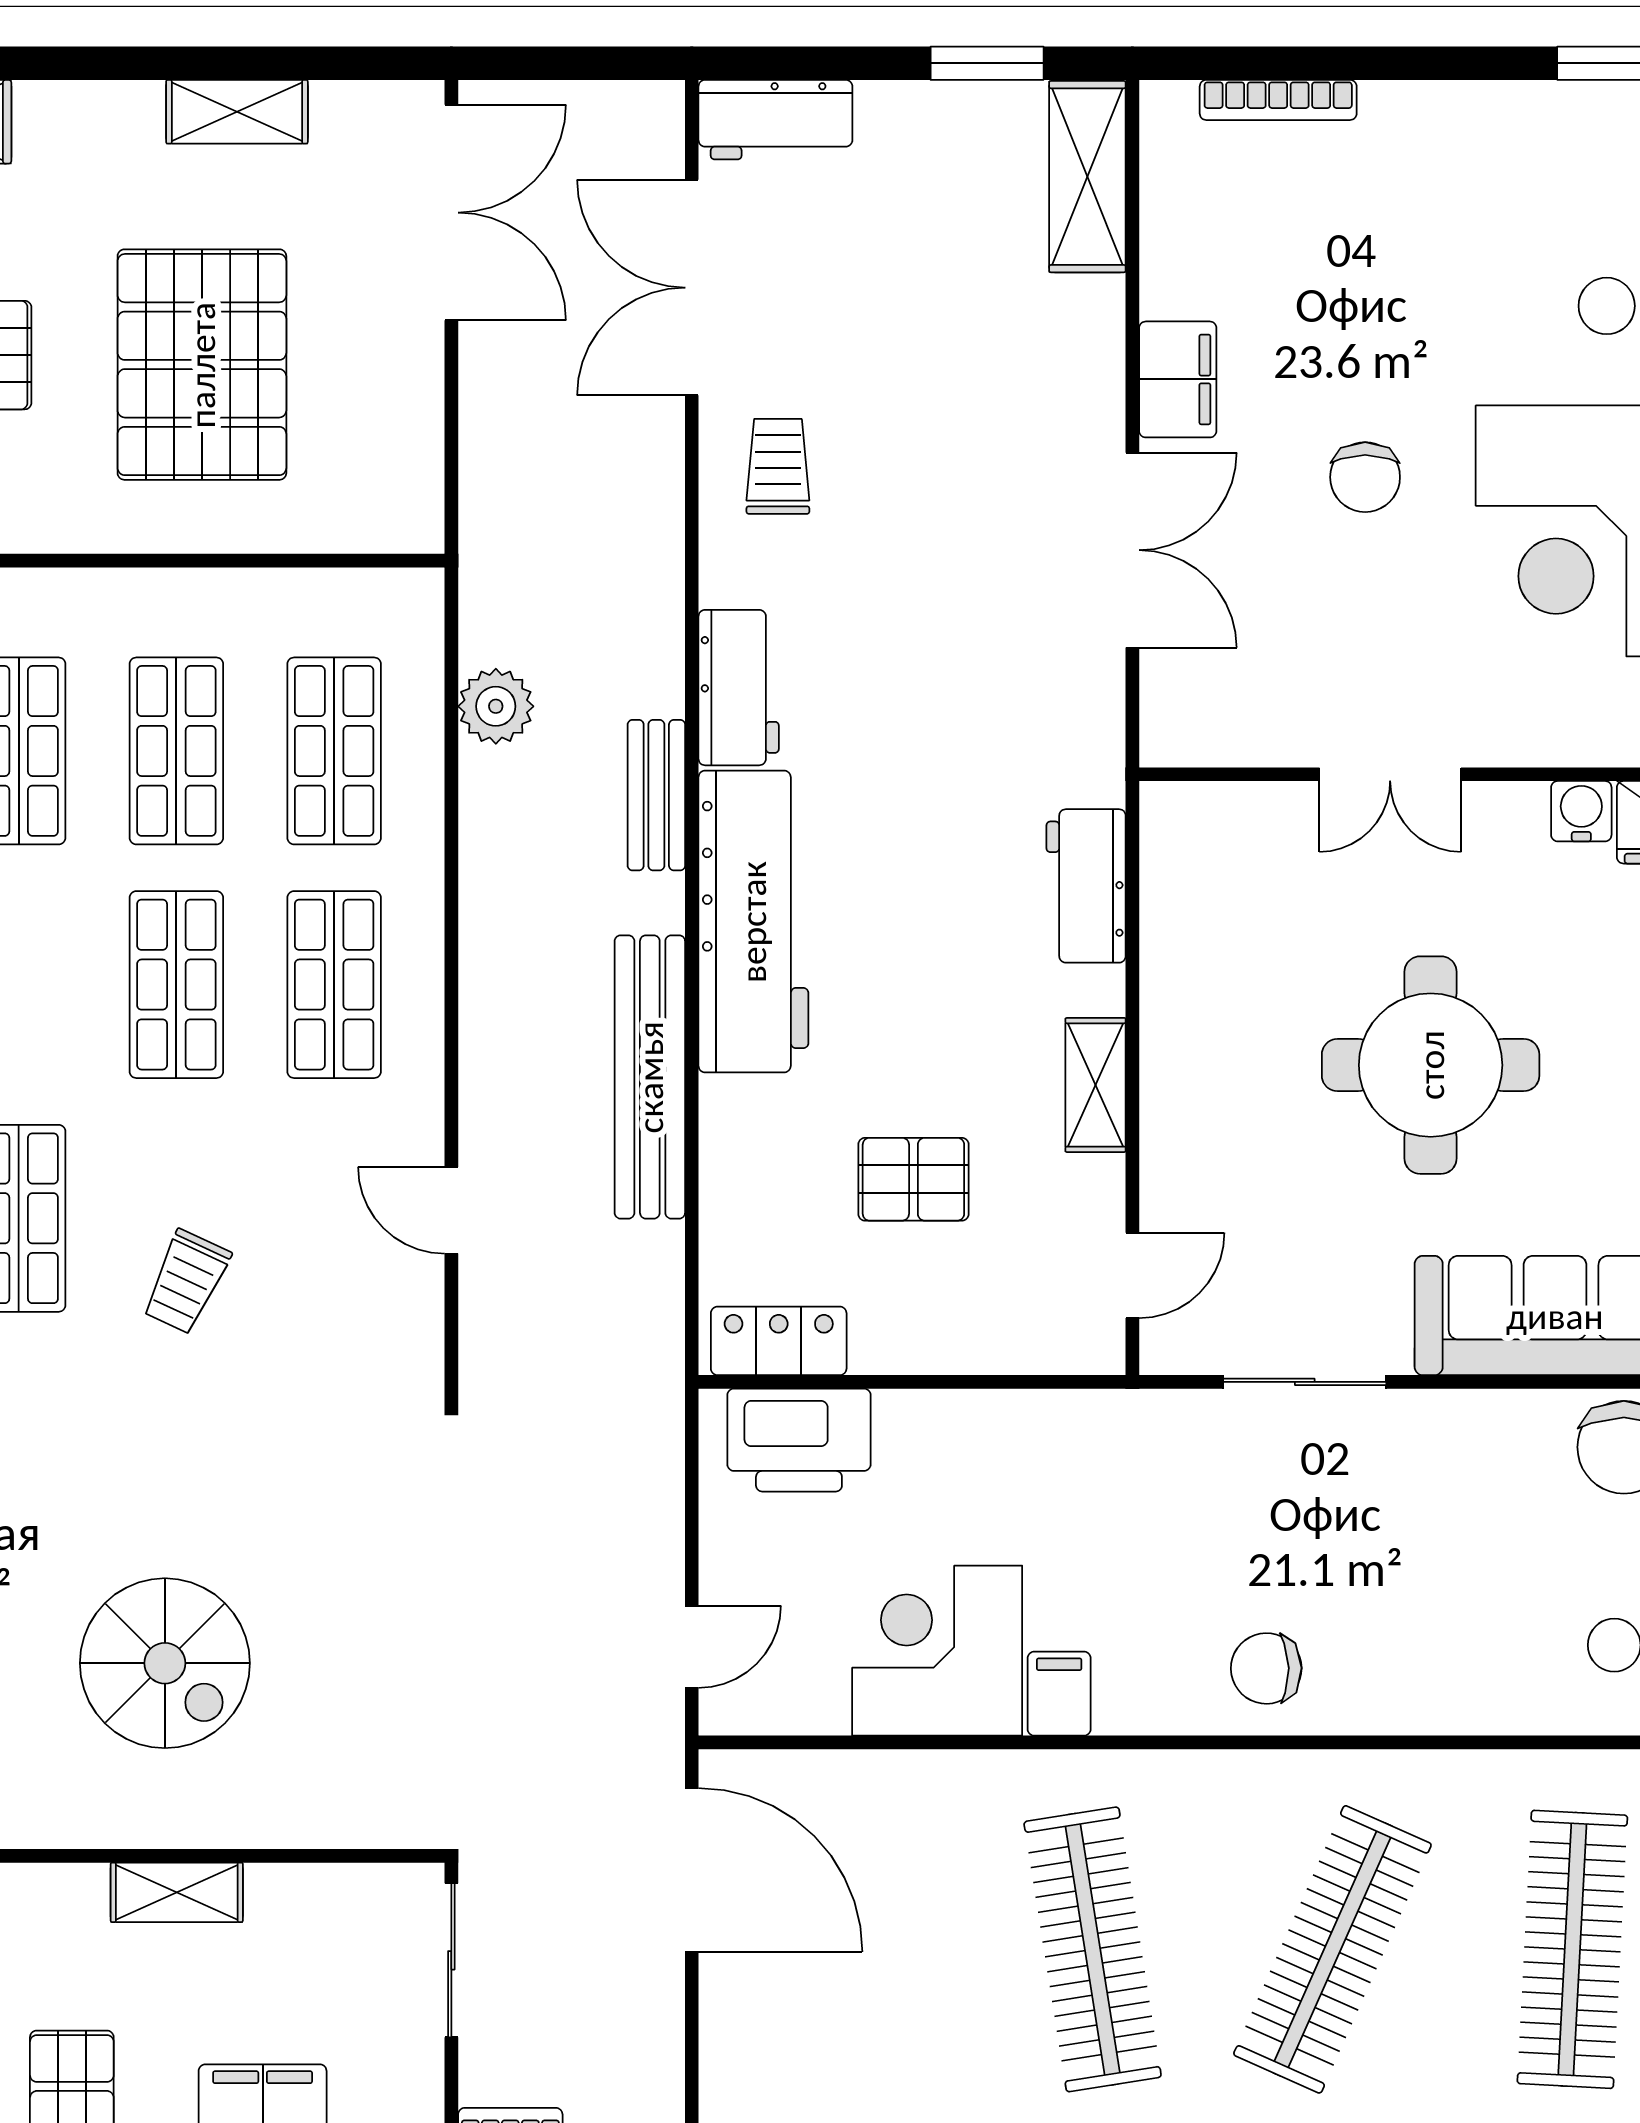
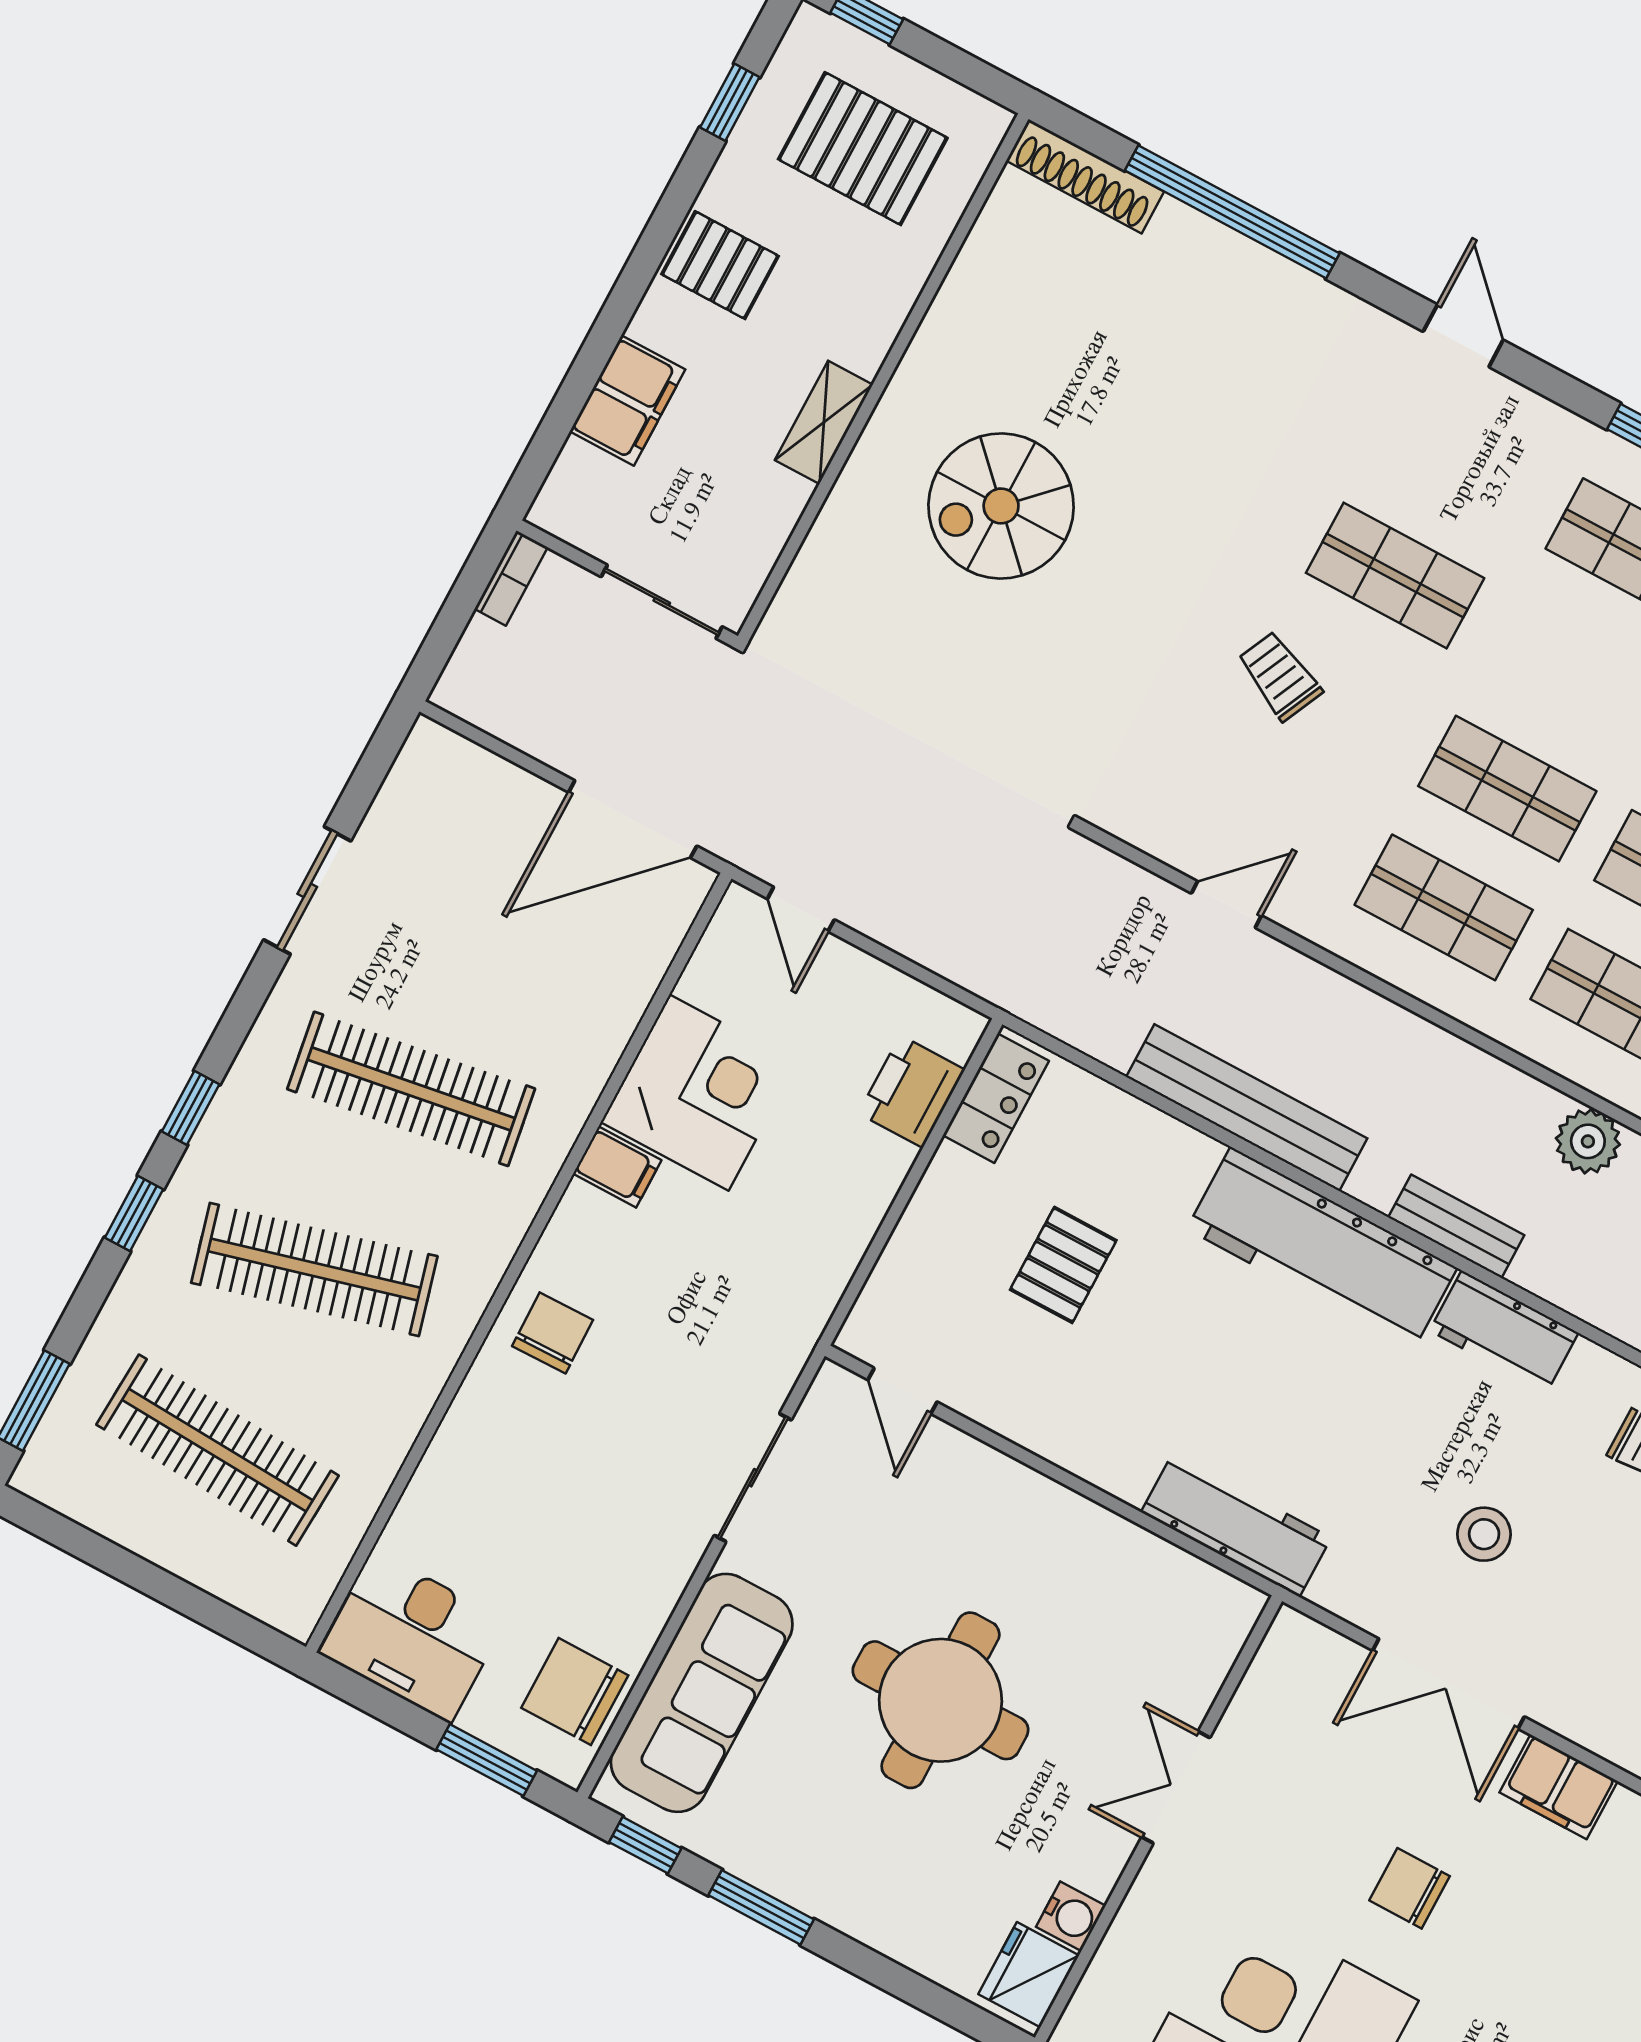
stool: (958, 596) -> (1484, 1534), added
workbench: (1086, 886) -> (1236, 1525), width x1.38
shelving: (1096, 1085) -> (1061, 1440), removed
printer: (799, 1440) -> (912, 1091), width x0.73, depth x0.84
clothes rail: (1332, 1949) -> (314, 1269), turned -39

